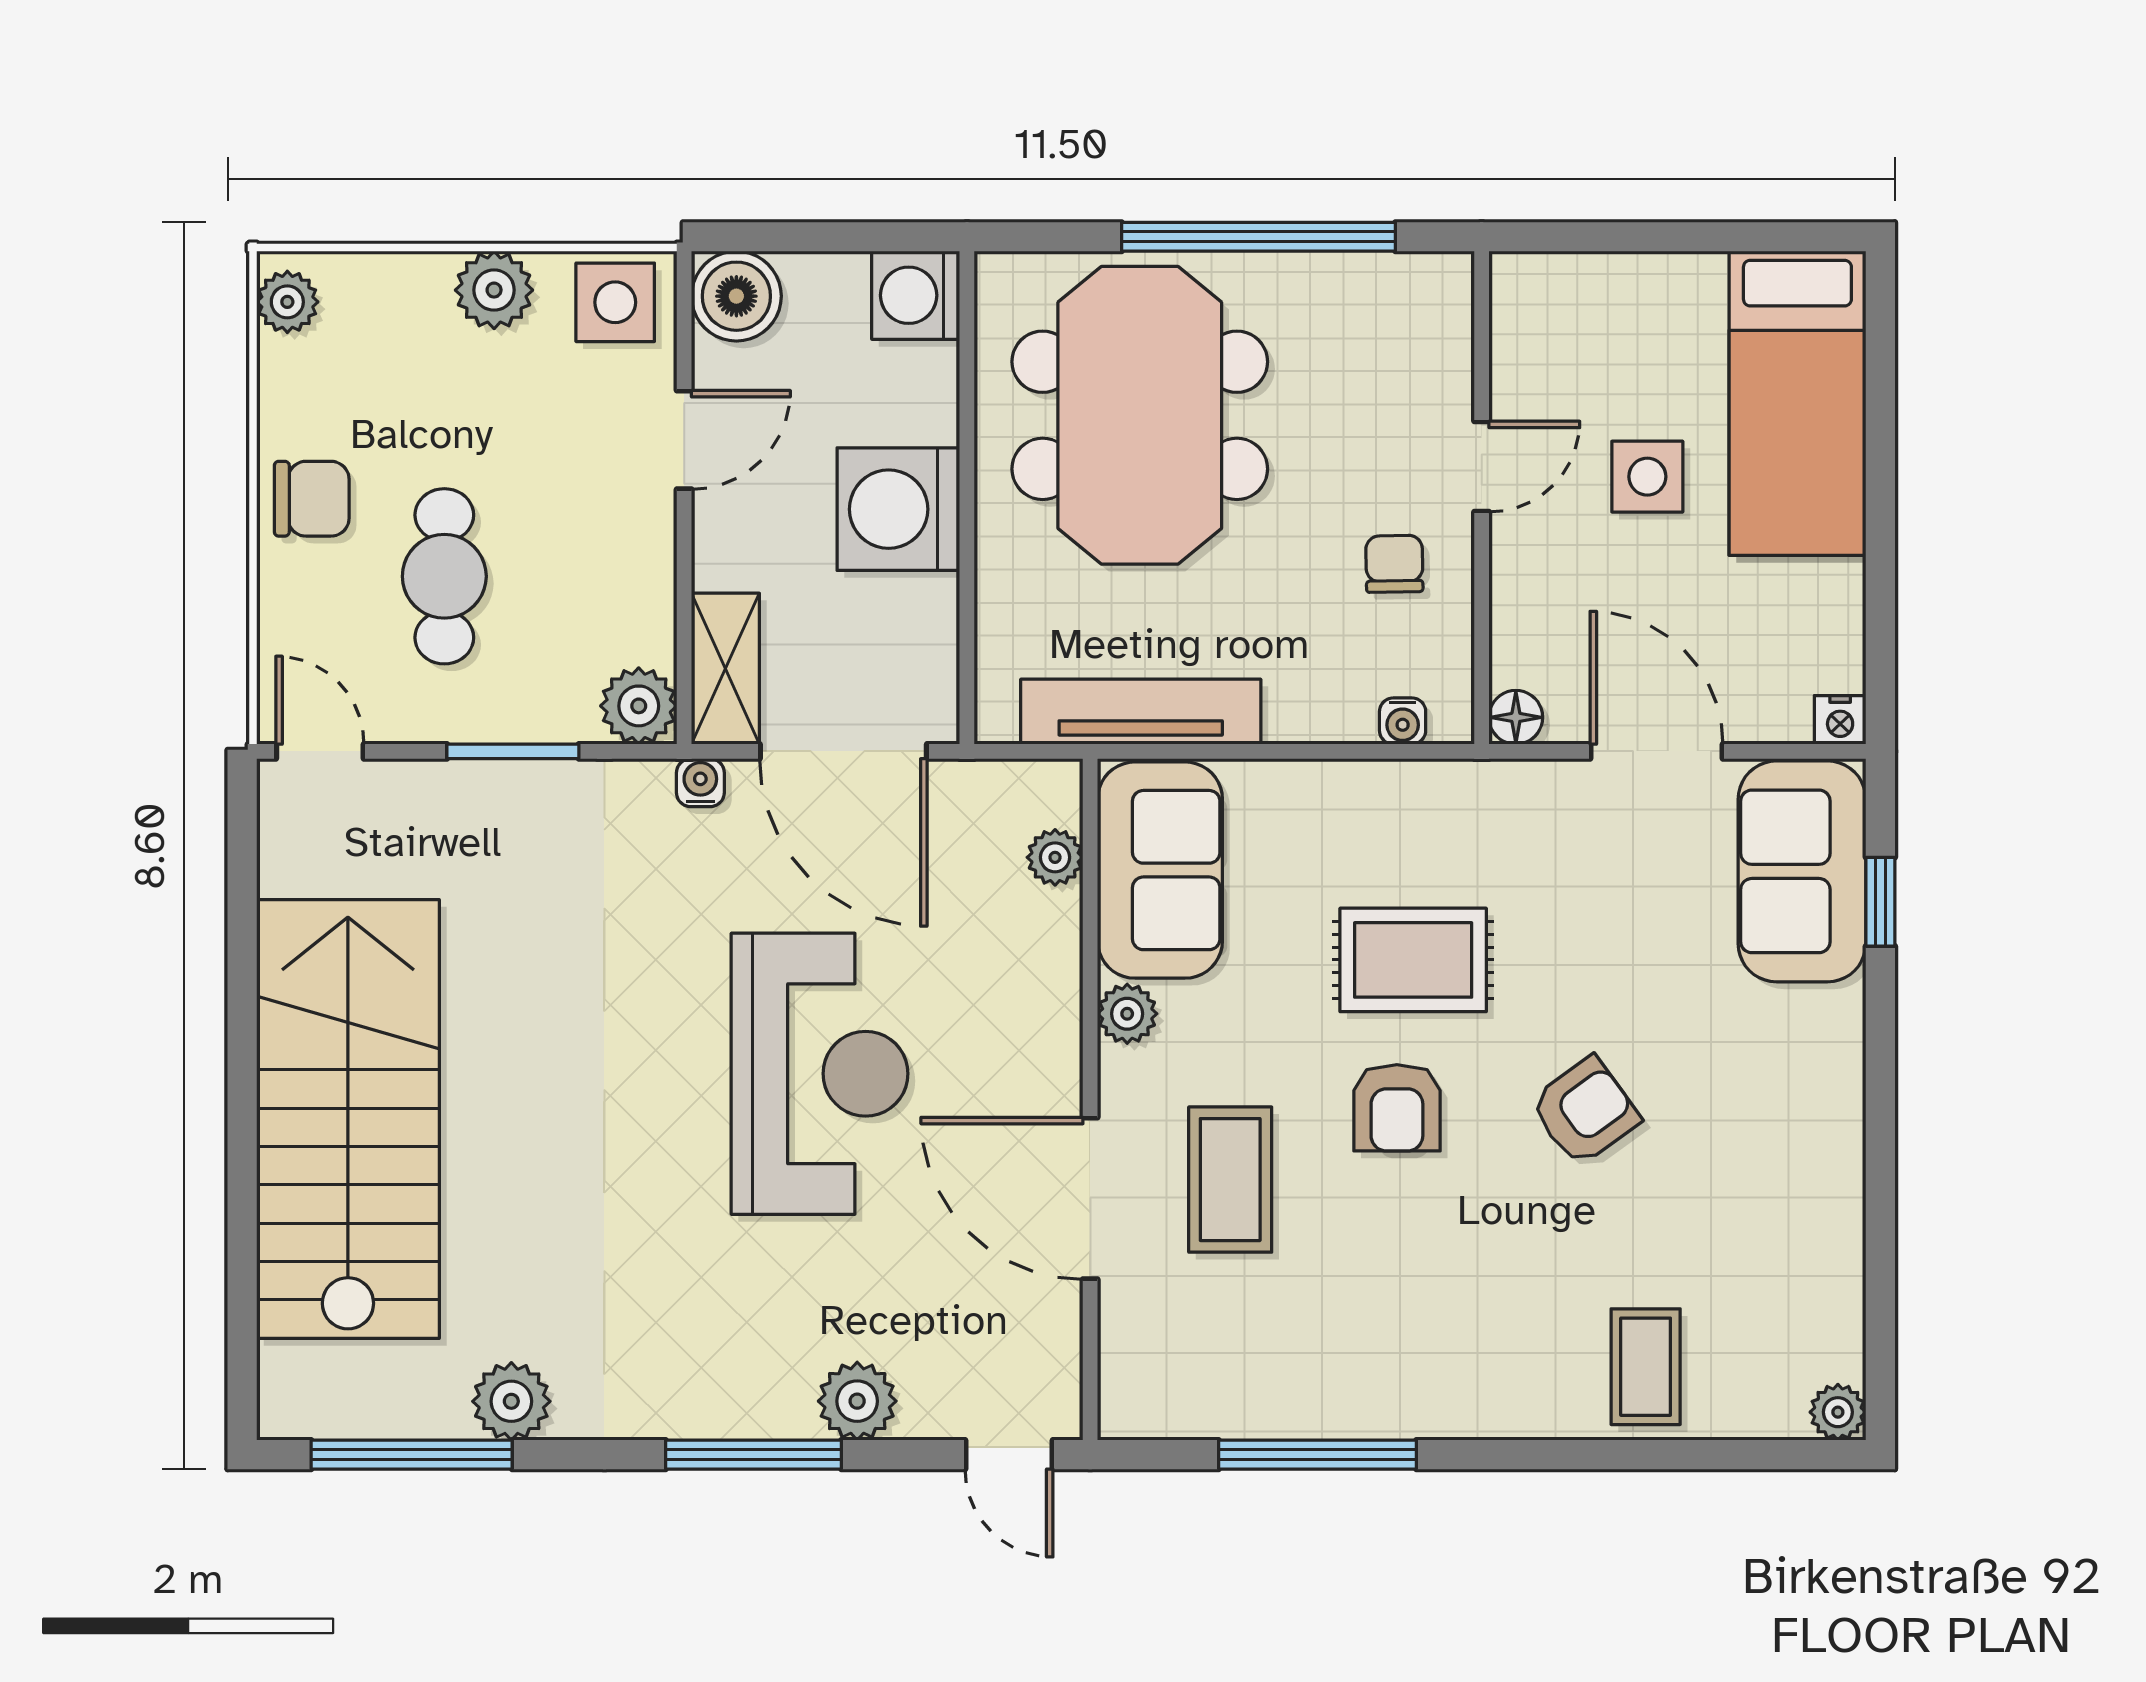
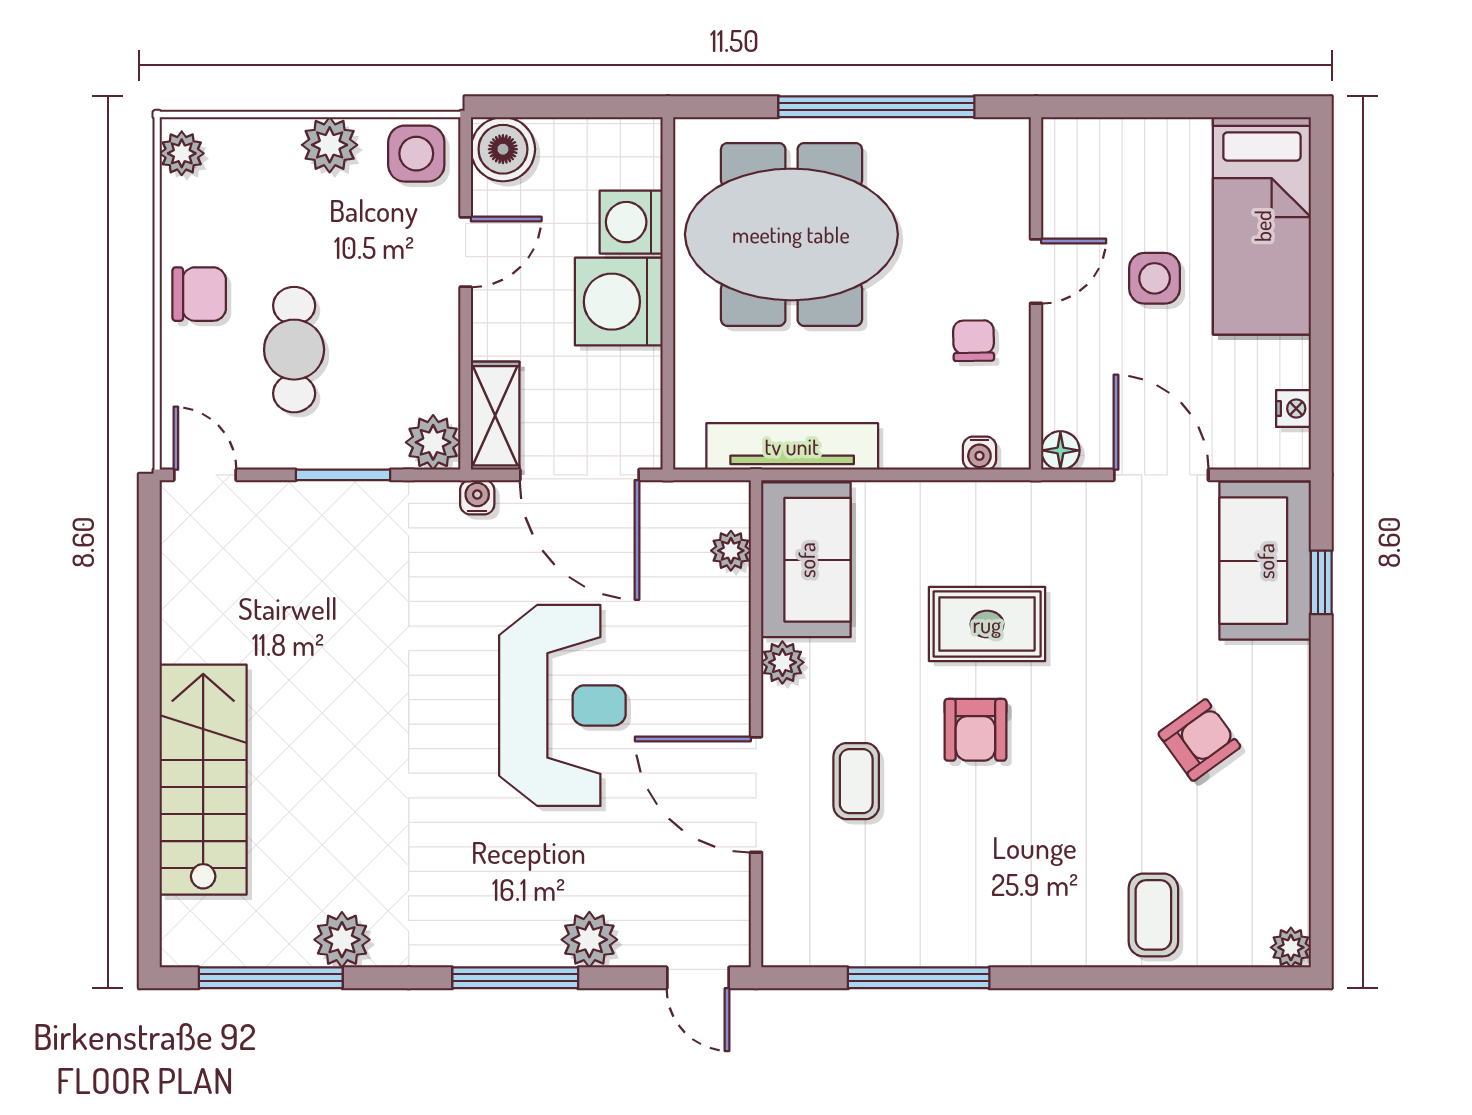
washing machine: (916, 295) -> (631, 222), moved
meeting table: (1140, 415) -> (791, 234), turned 90
nightstand: (1840, 720) -> (1293, 409), moved, turned -90
armchair: (1585, 1111) -> (1199, 740), moved
stairs: (348, 1119) -> (203, 780), width x0.73, depth x0.66
coffee table: (1230, 1180) -> (856, 781), width x0.73, depth x0.77

